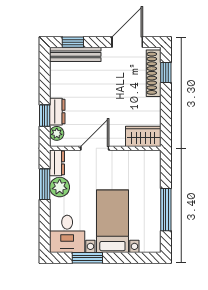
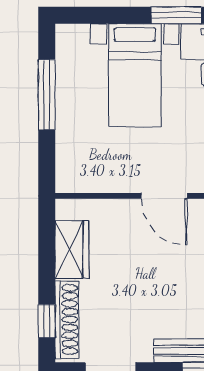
wardrobe: (143, 136) -> (72, 250), moved, turned -90
door: (95, 148) -> (164, 196), hinge flipped

